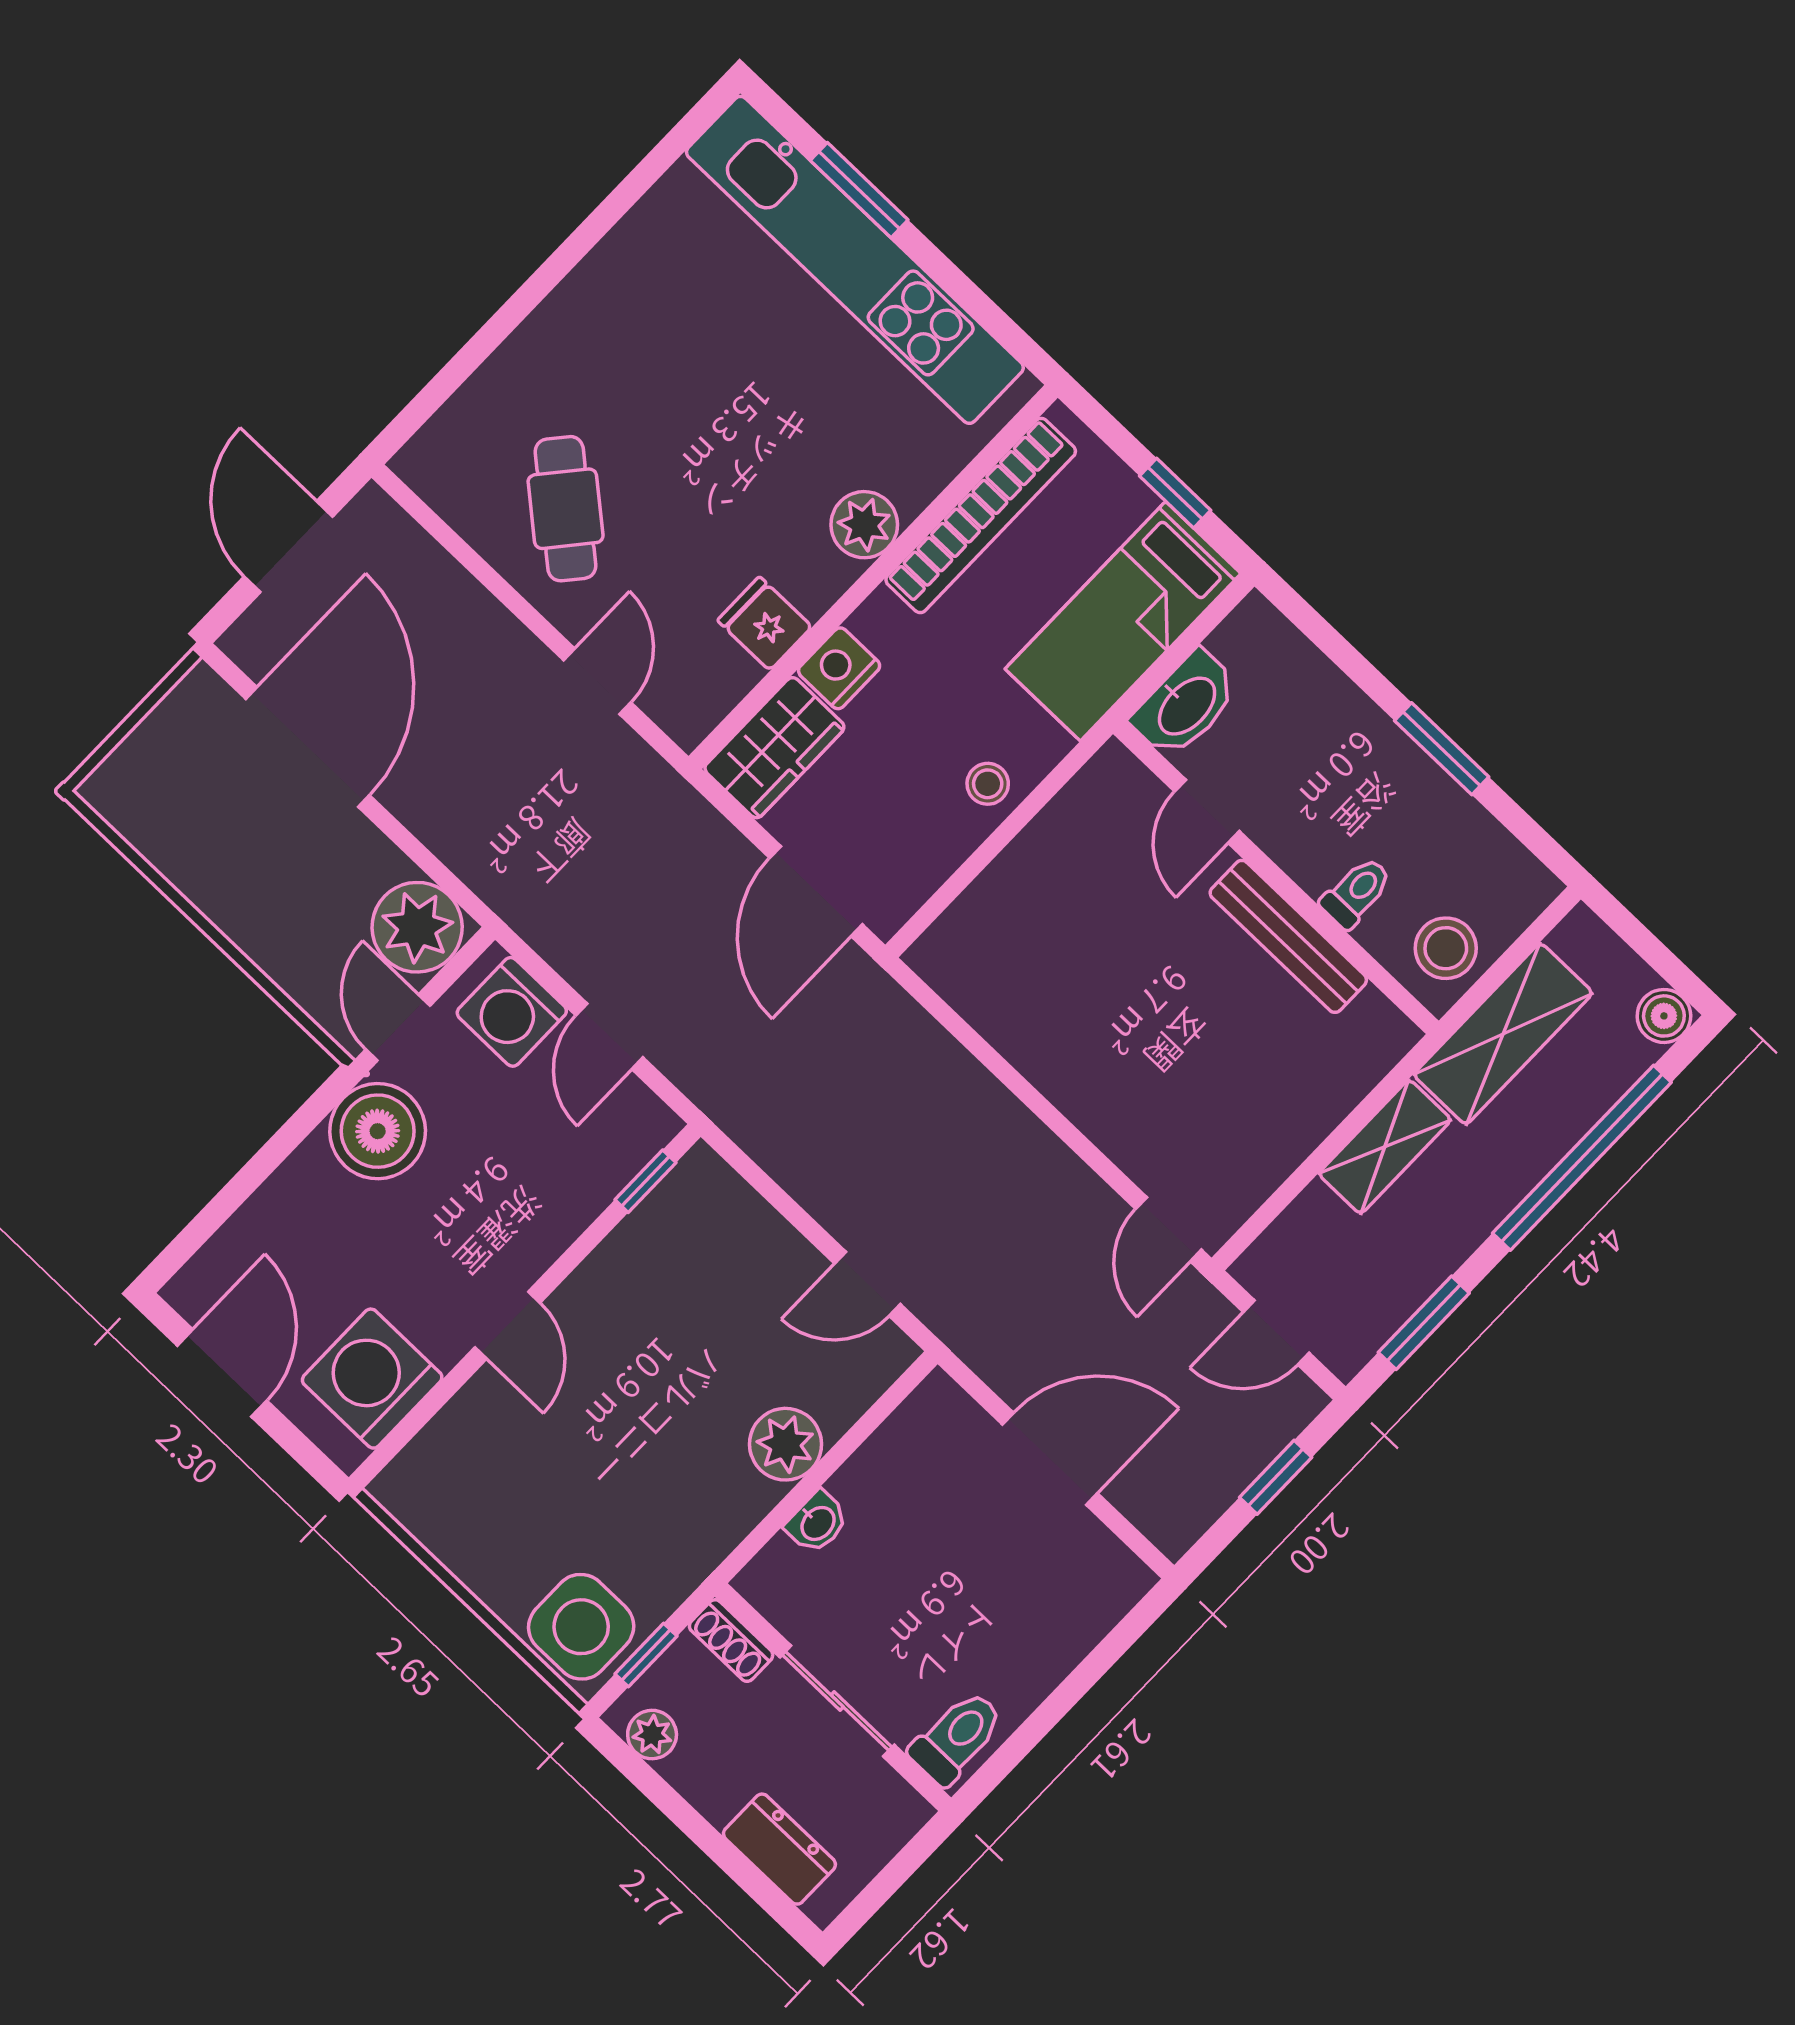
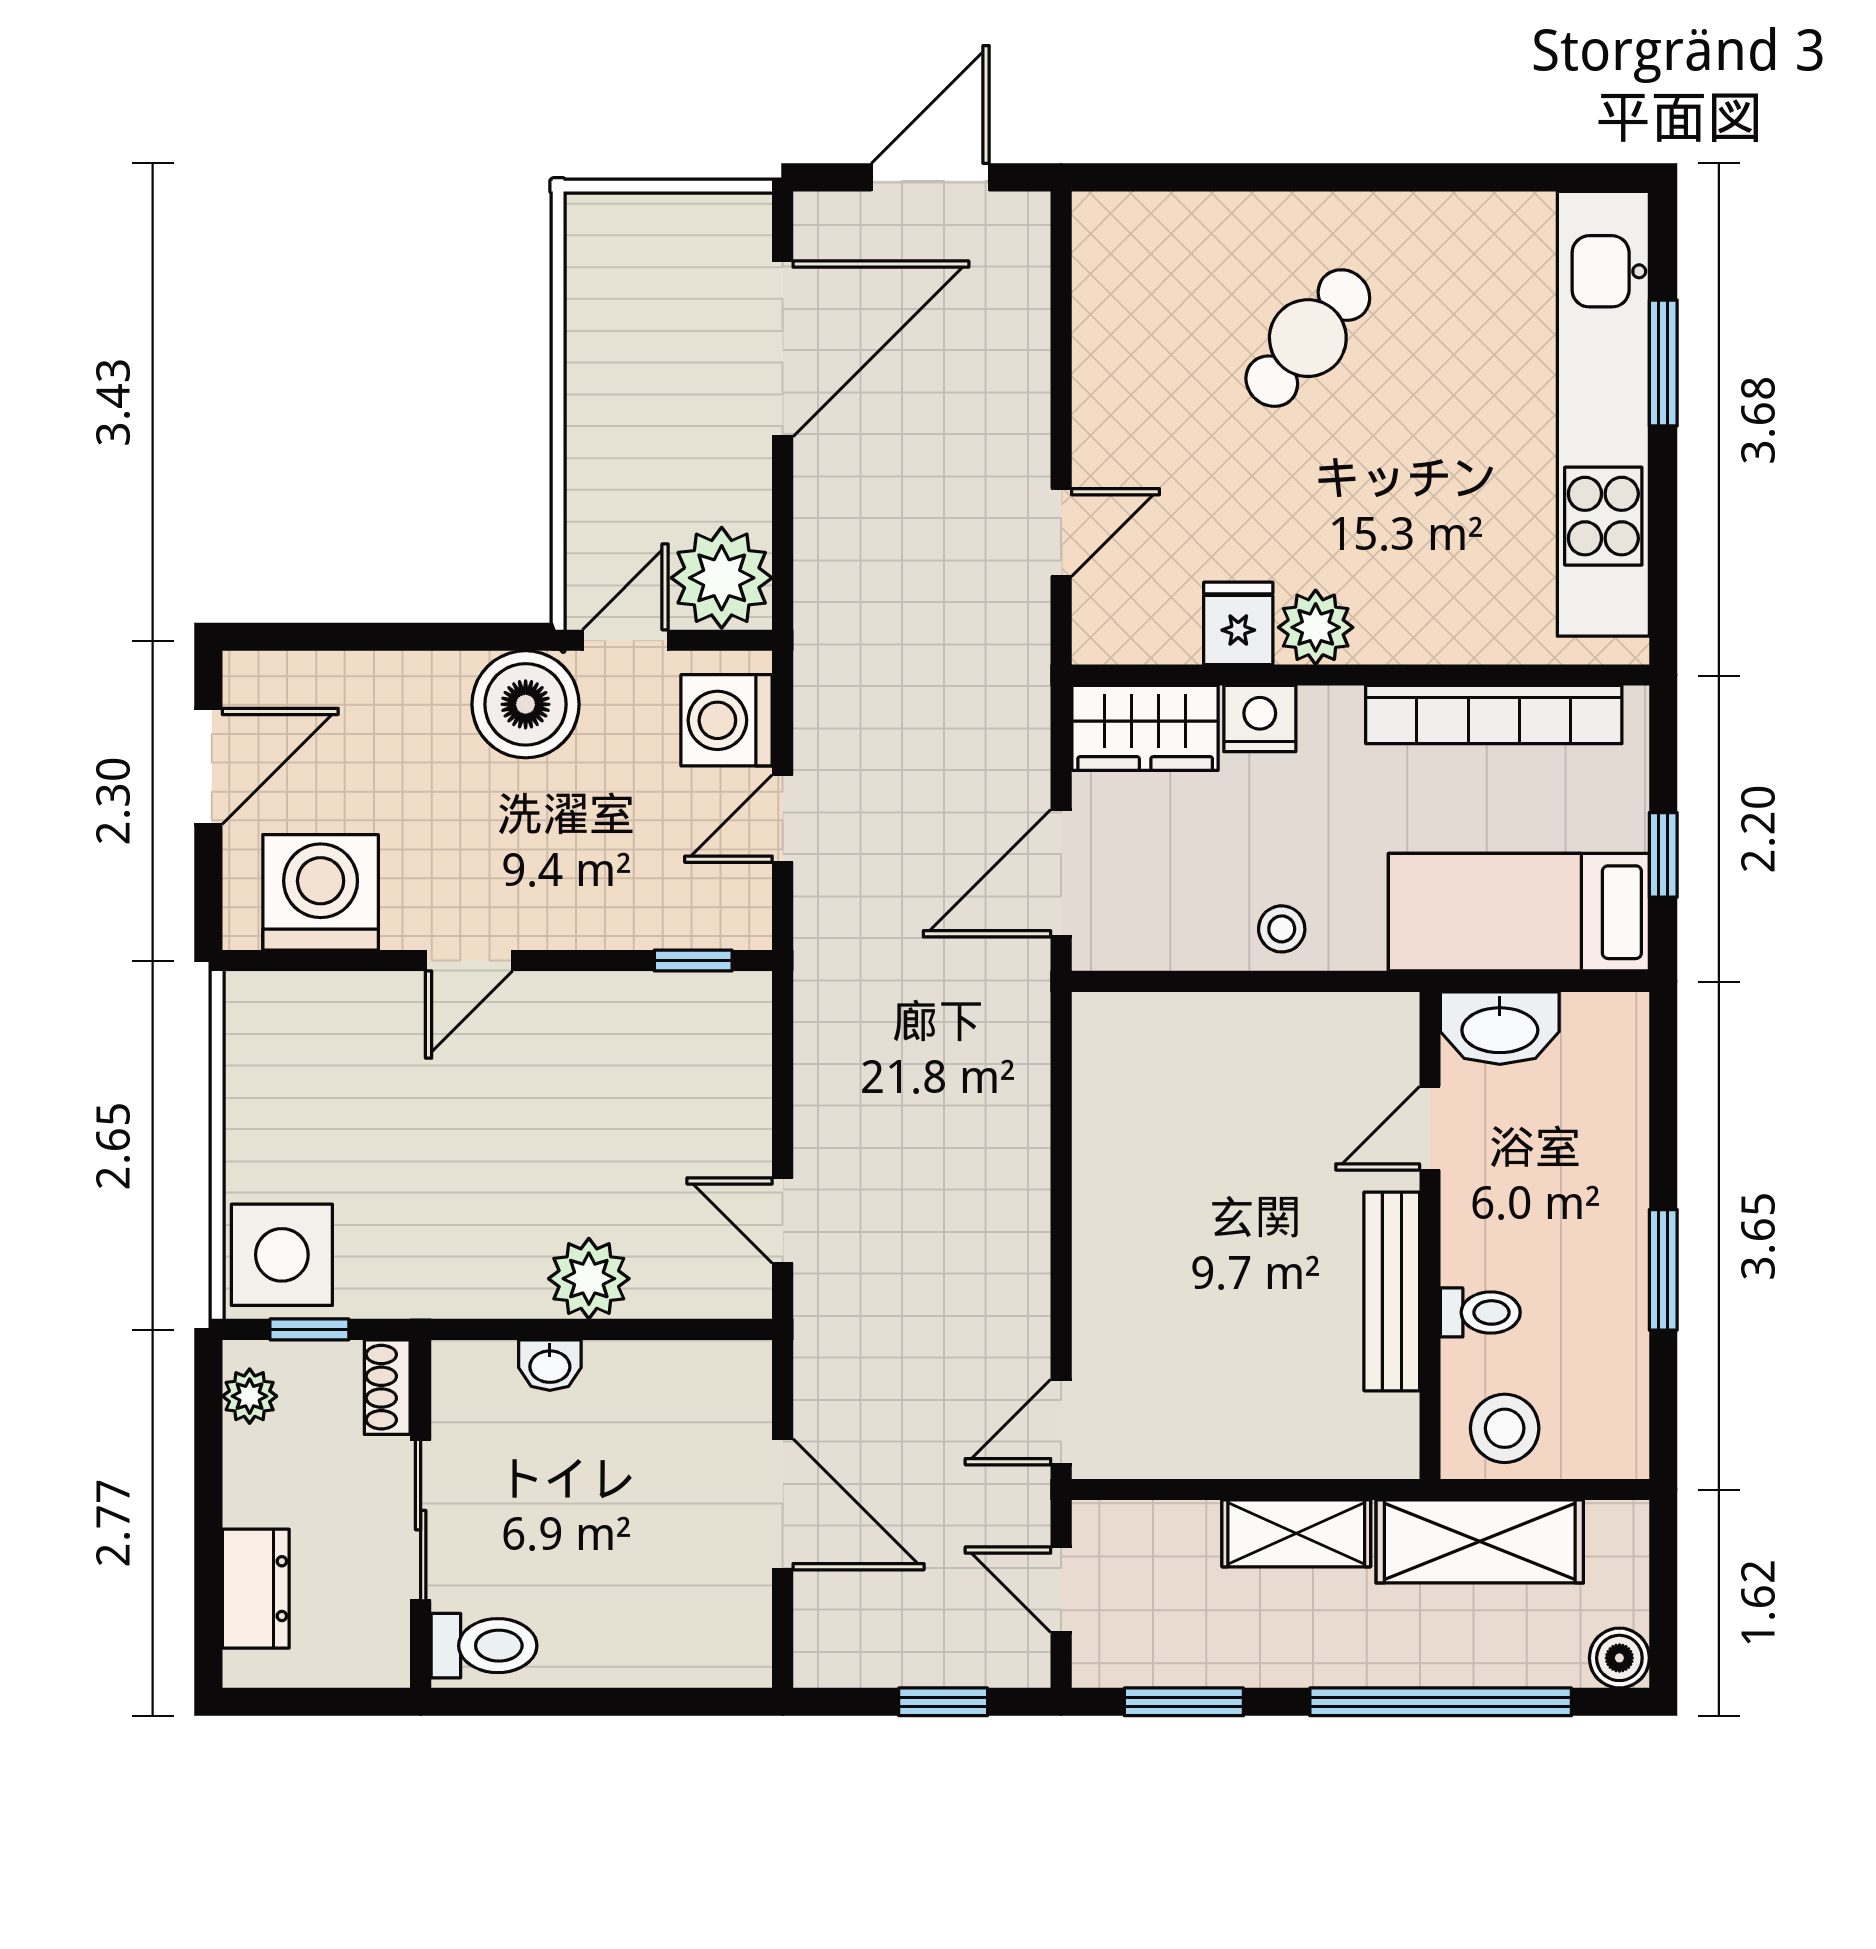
cafe table: (566, 509) -> (1308, 338), moved
plant: (864, 525) -> (1316, 627), moved

